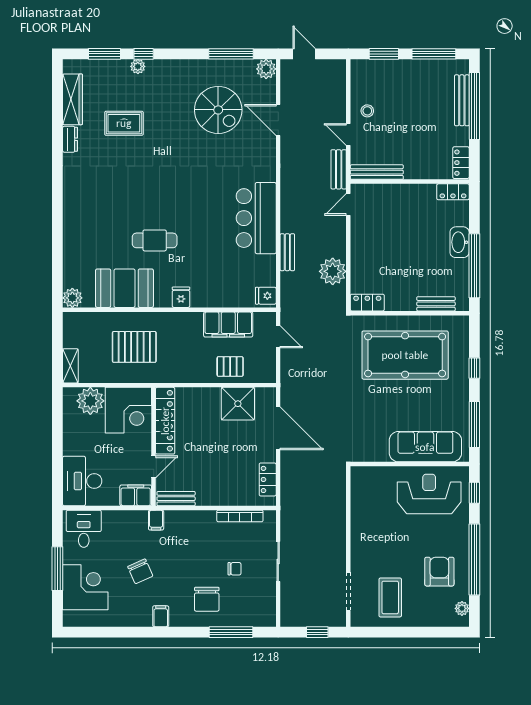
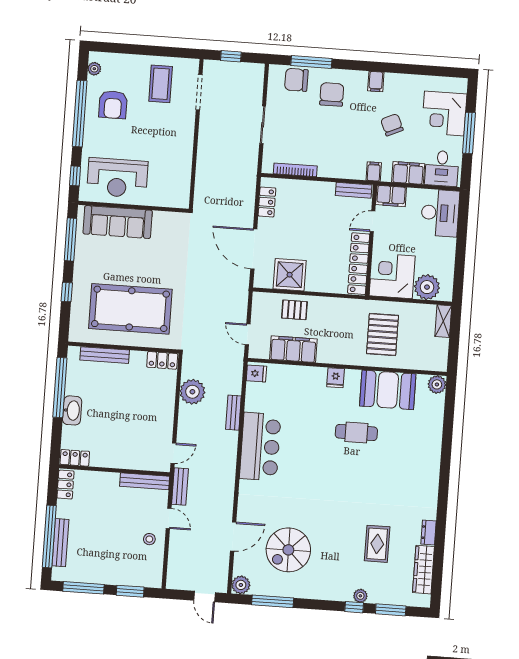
spiral stairs: (218, 110) -> (288, 550), turned -90
door: (278, 120) -> (233, 537), hinge flipped
rug: (124, 123) -> (377, 544), turned 90
bench: (436, 304) -> (105, 355), width x1.36
pallet: (134, 347) -> (383, 335), turned 90
filing cabinet: (119, 521) -> (408, 173), added
chair: (234, 569) -> (296, 80), moved, width x1.87, depth x1.87

